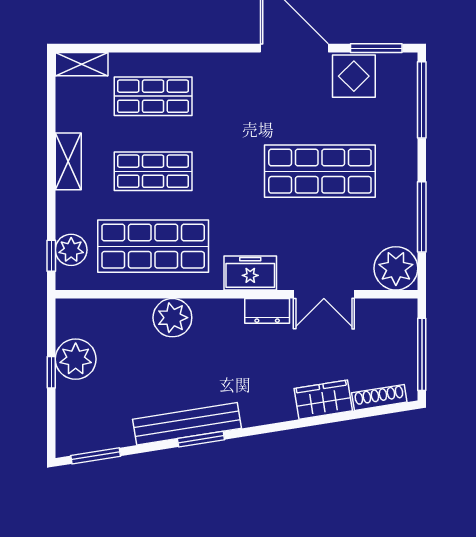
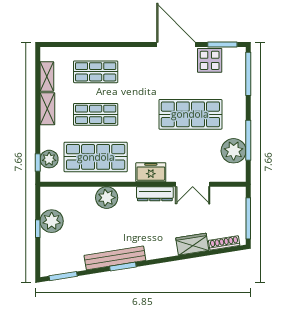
shelving: (82, 64) -> (47, 76), moved, turned 90
plant: (396, 268) -> (234, 151), moved
dresser: (267, 311) -> (155, 194), width x1.44

